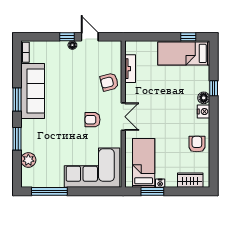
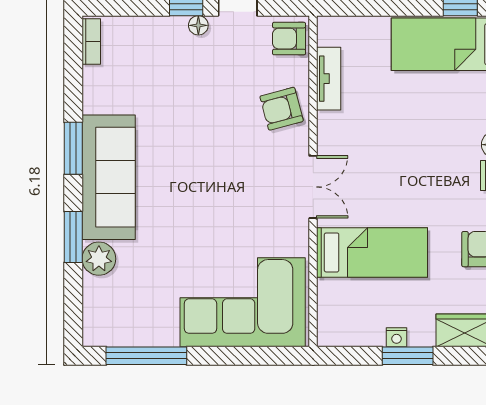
sofa: (33, 91) -> (109, 177), moved
armchair: (93, 120) -> (289, 39), moved
plant: (28, 160) -> (99, 259), moved
bed: (144, 163) -> (372, 252), moved, turned 90
window: (152, 191) -> (408, 356), moved

